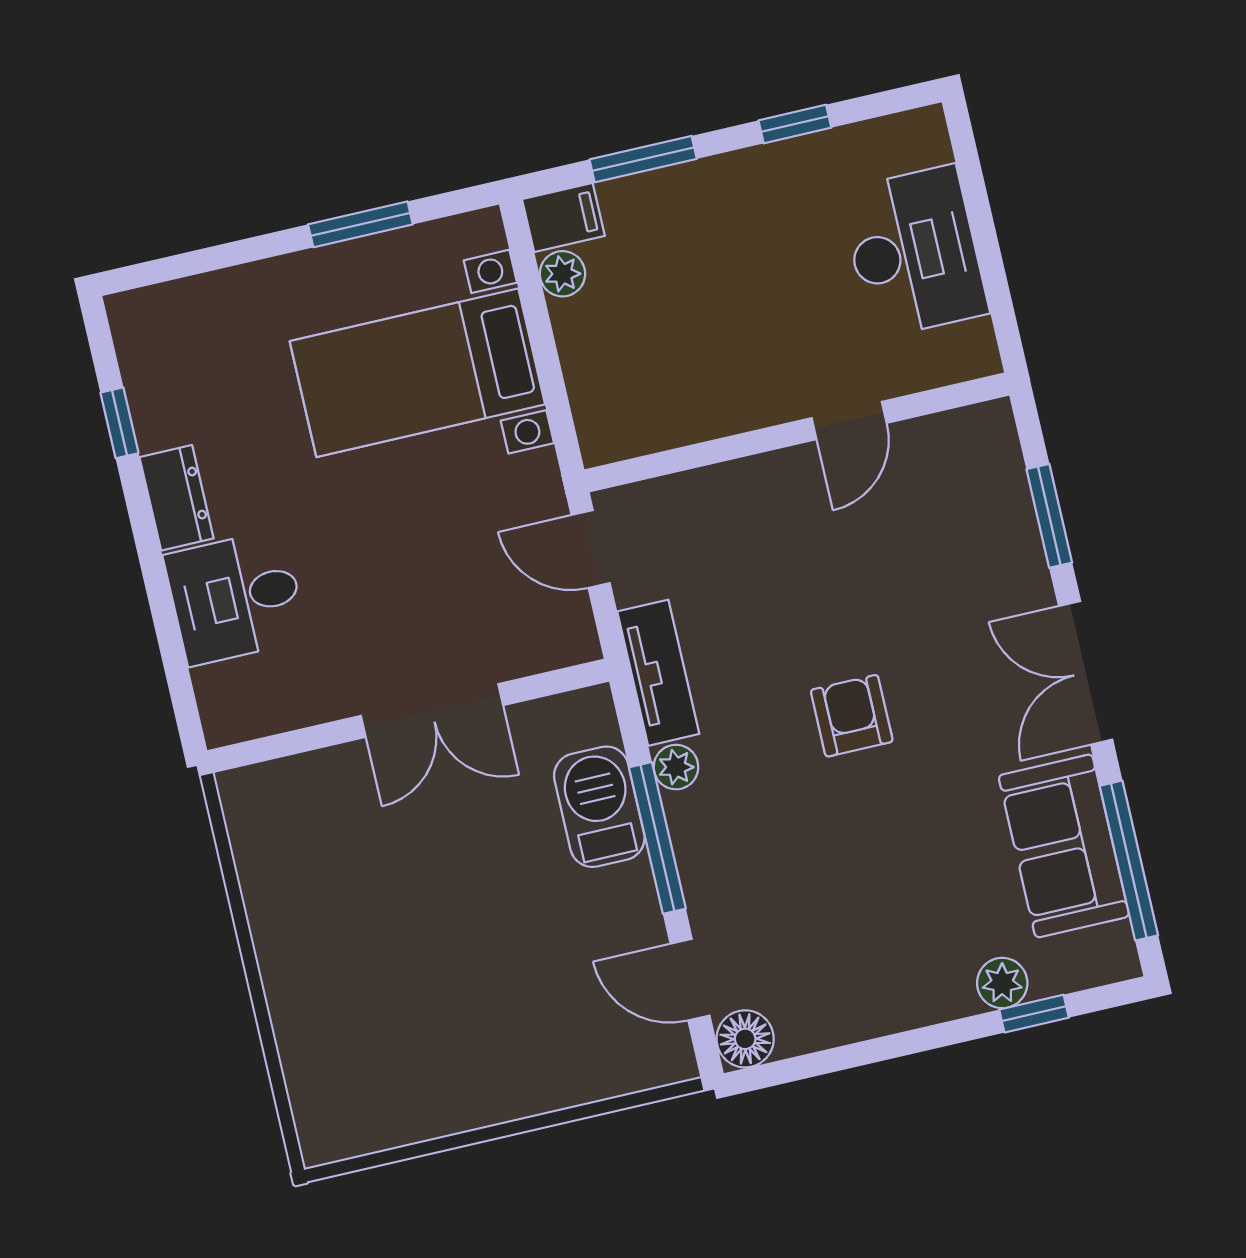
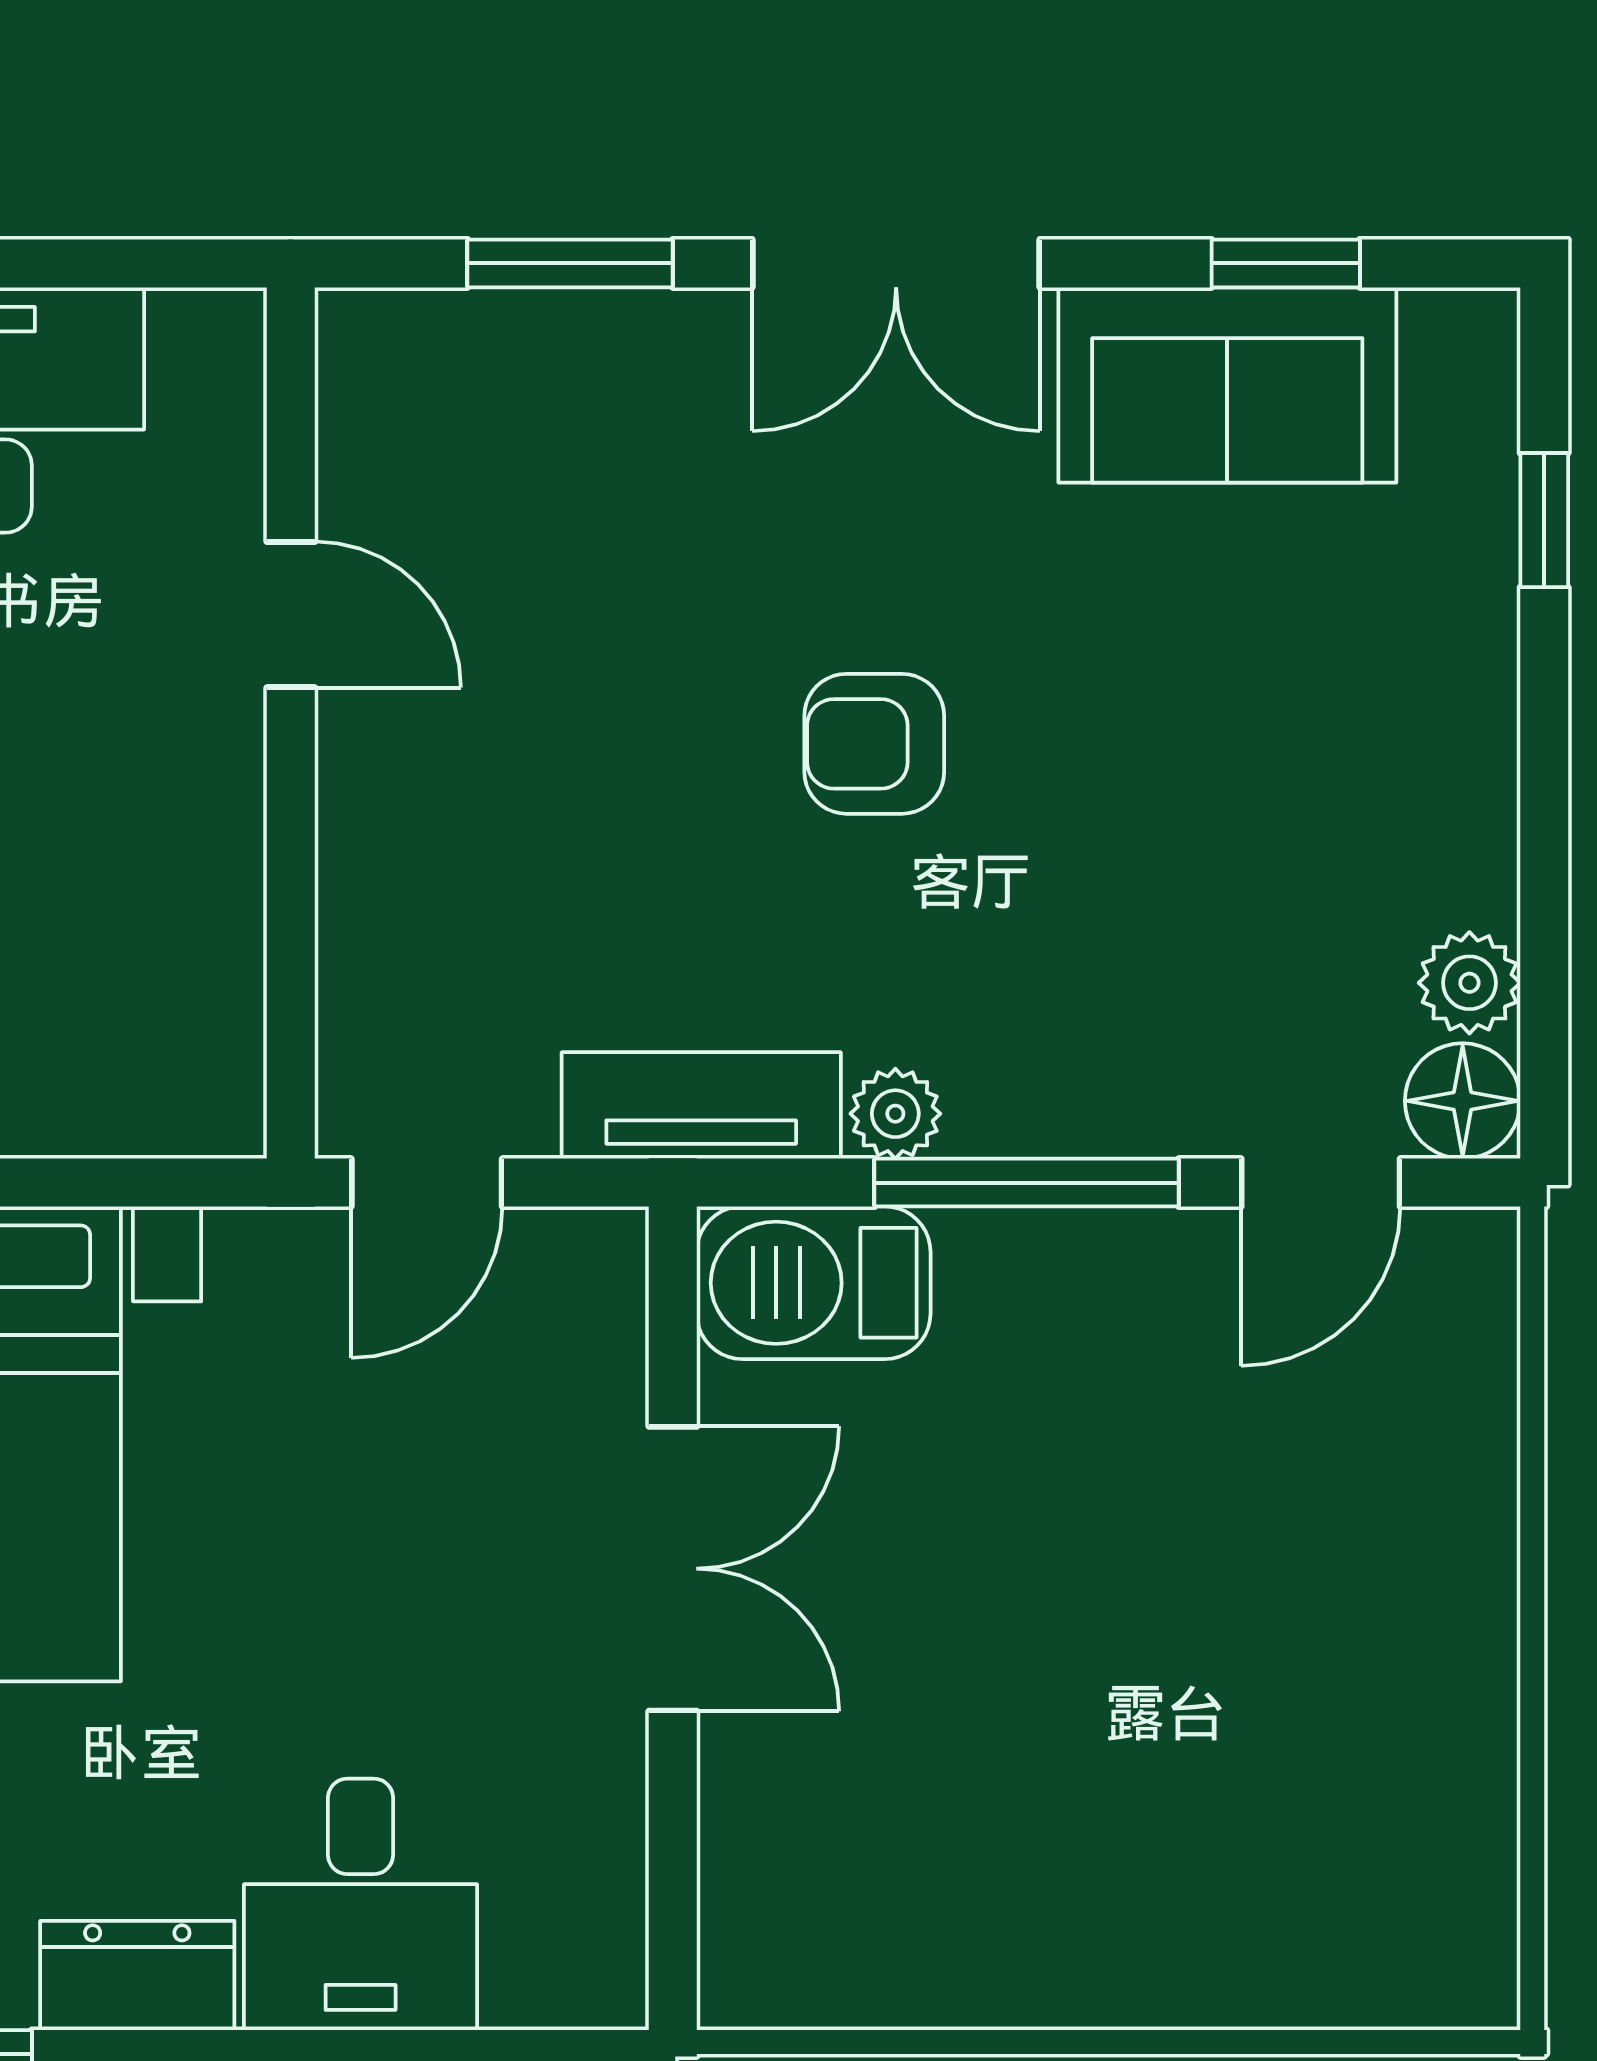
barbecue: (599, 807) -> (814, 1283), moved
window: (1129, 861) -> (1286, 263), width x0.46
plant: (1002, 983) -> (1469, 983), moved

